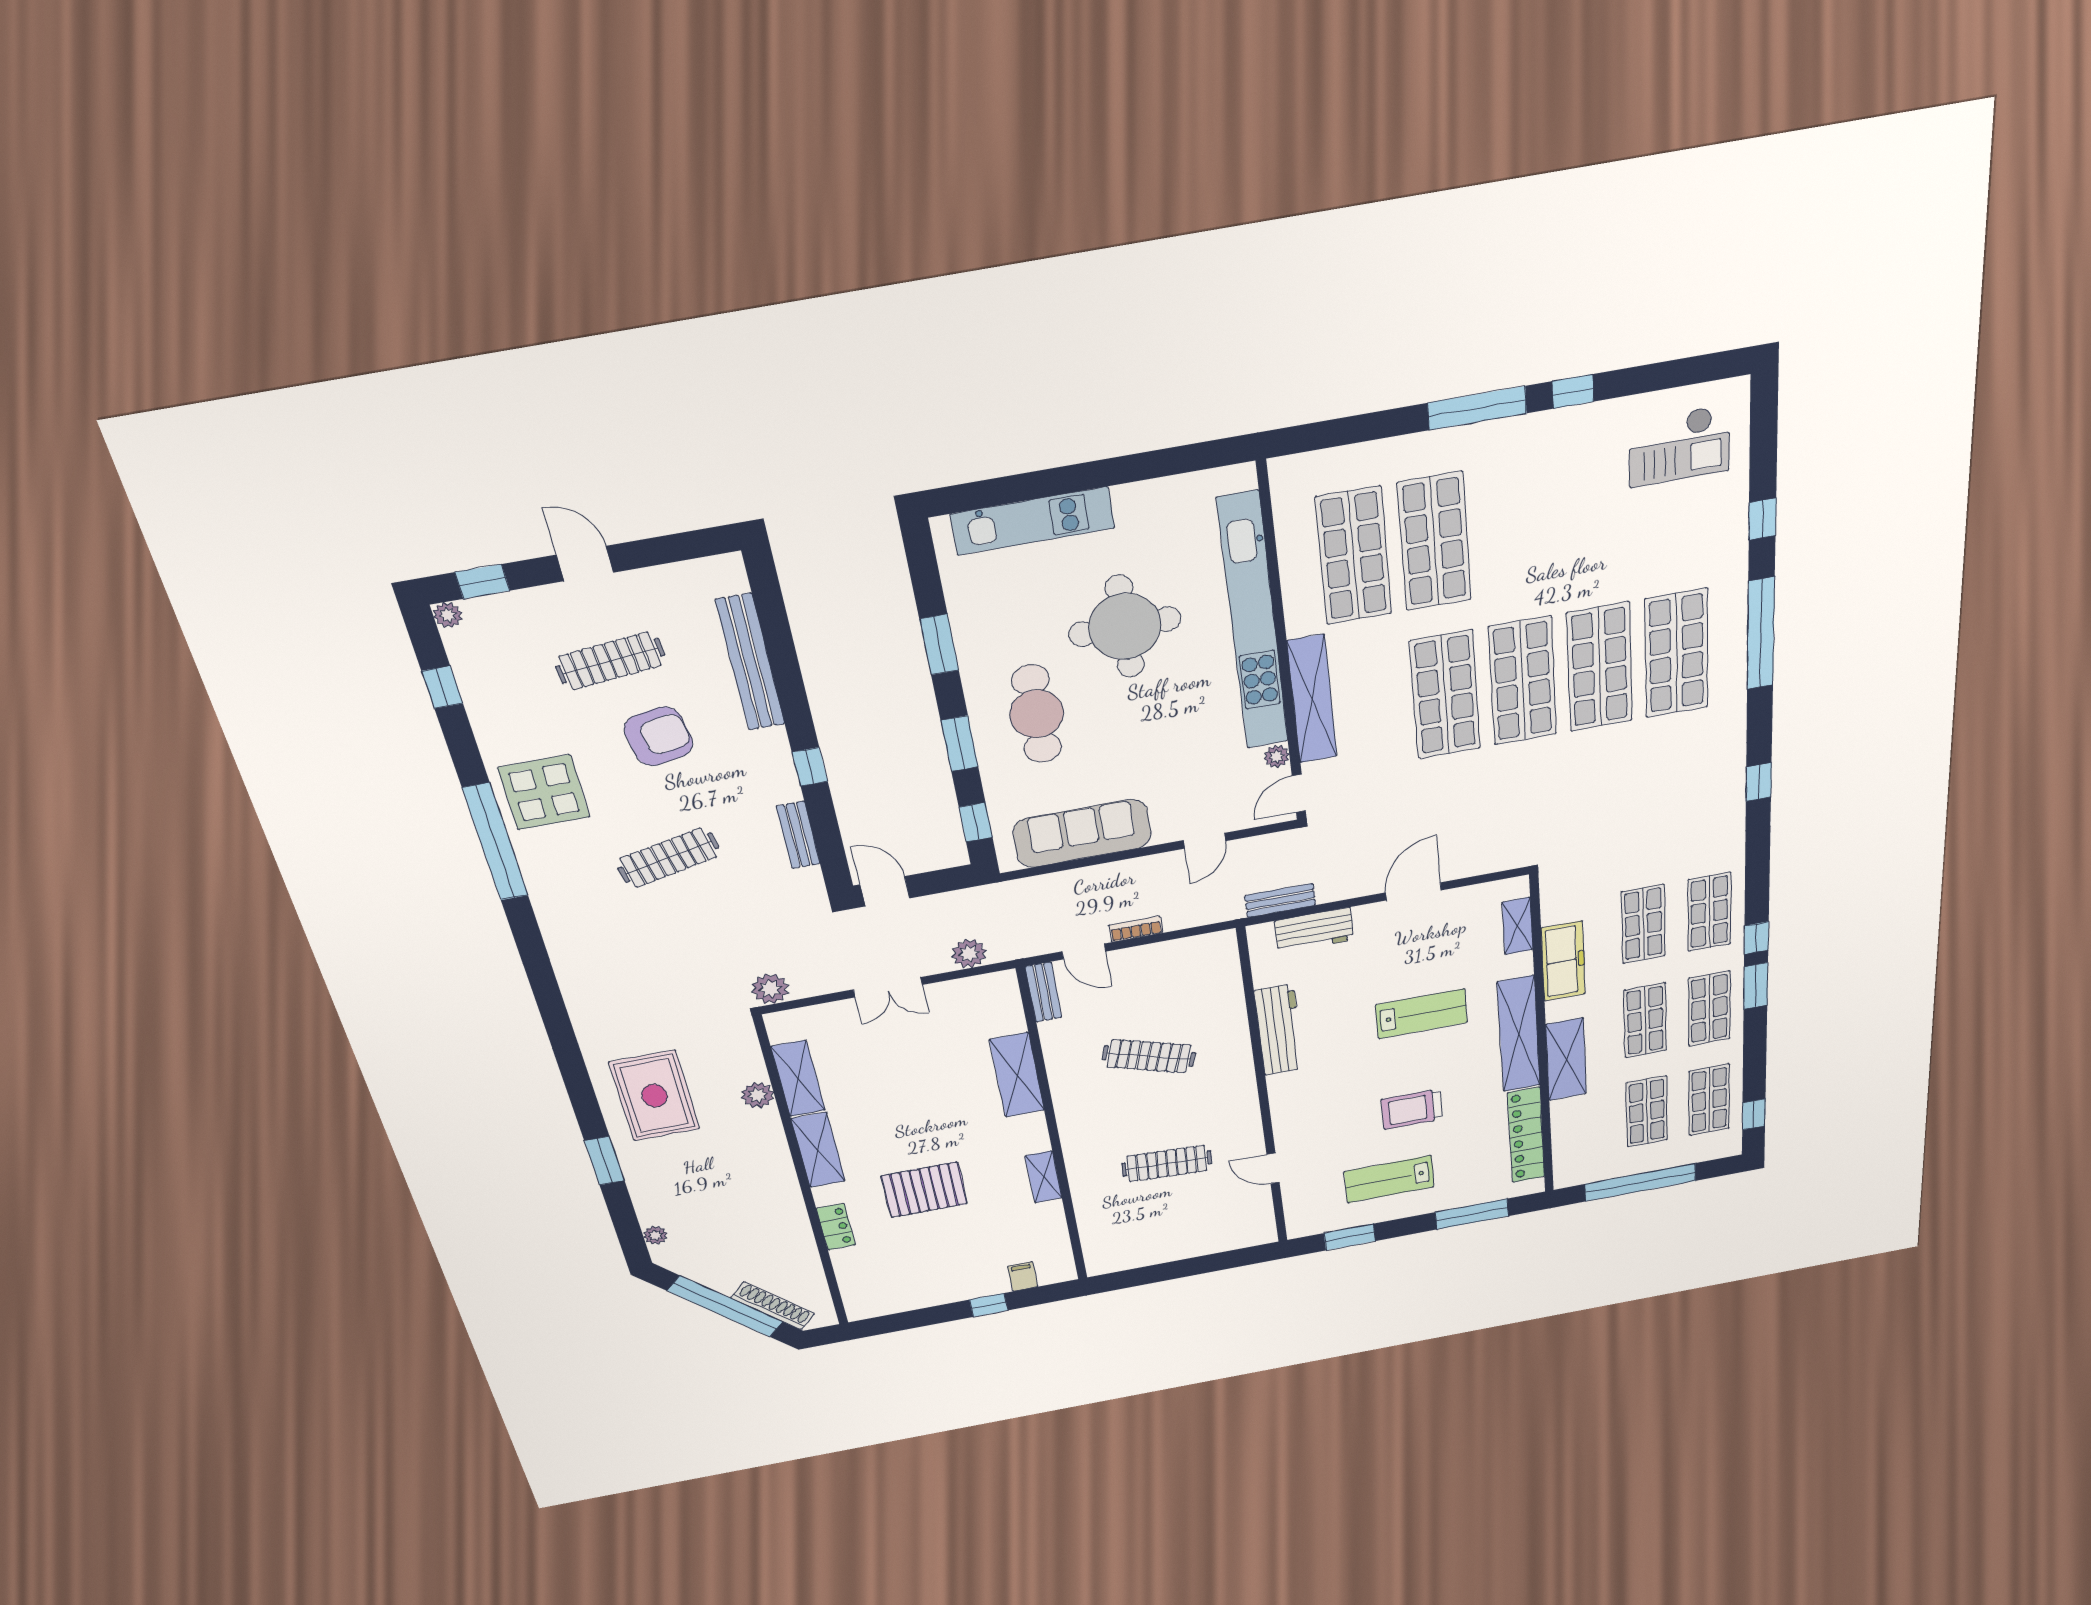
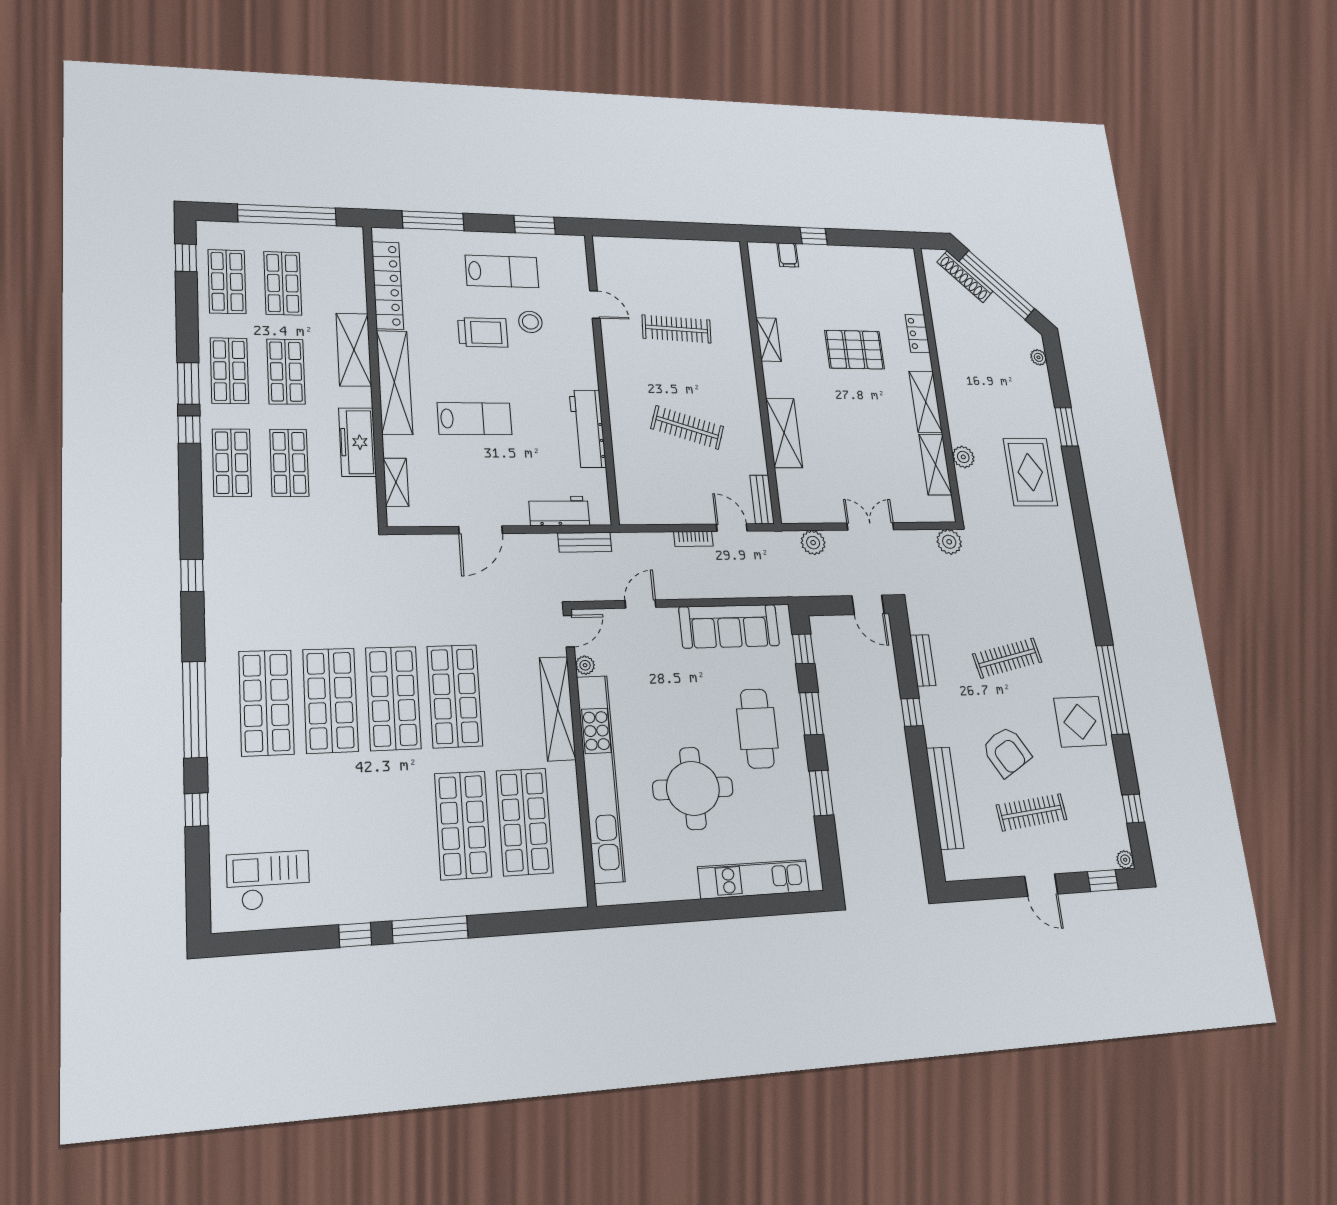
armchair: (658, 736) -> (1007, 752), turned -111
lab bench: (1422, 1014) -> (475, 419), turned 180
stool: (1353, 1133) -> (530, 322), added

